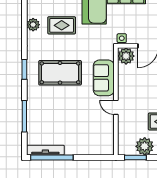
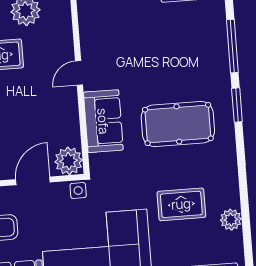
plant: (33, 25) -> (231, 220), moved
window: (24, 69) -> (237, 105), moved
door: (116, 107) -> (79, 73), swing flipped

